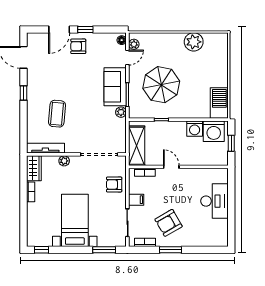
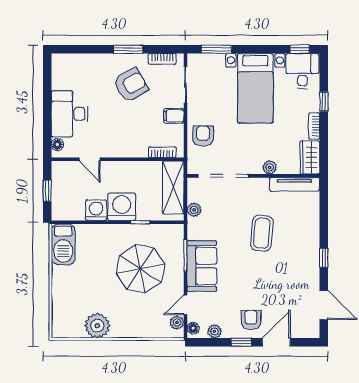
plant: (106, 38) -> (214, 331), added
armchair: (78, 46) -> (251, 320), turned -90
plant: (121, 112) -> (194, 210), moved
coffee table: (57, 114) -> (262, 233), moved
washing machine: (214, 131) -> (122, 207), moved
door: (171, 167) -> (90, 159), moved
floor lamp: (224, 178) -> (57, 145), added
armchair: (114, 184) -> (203, 136), turned -90
window: (24, 210) -> (324, 101), added
desk: (39, 233) -> (302, 71), added

